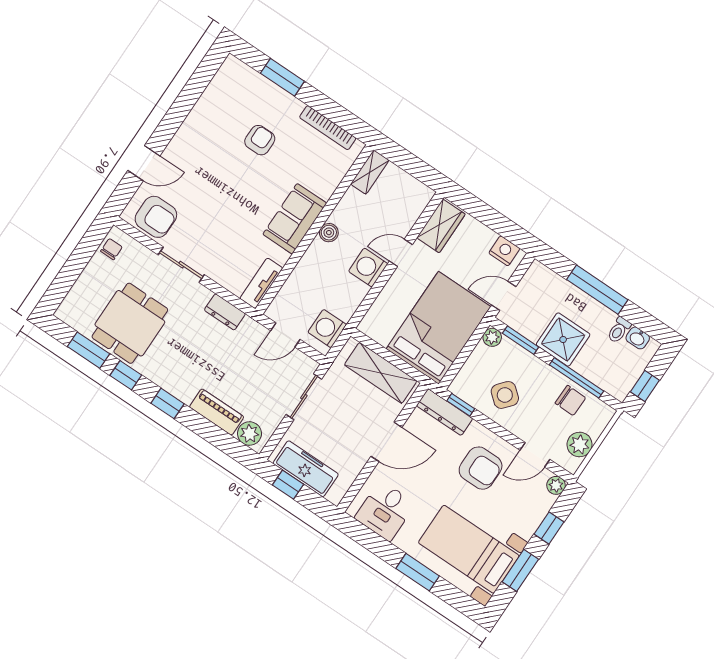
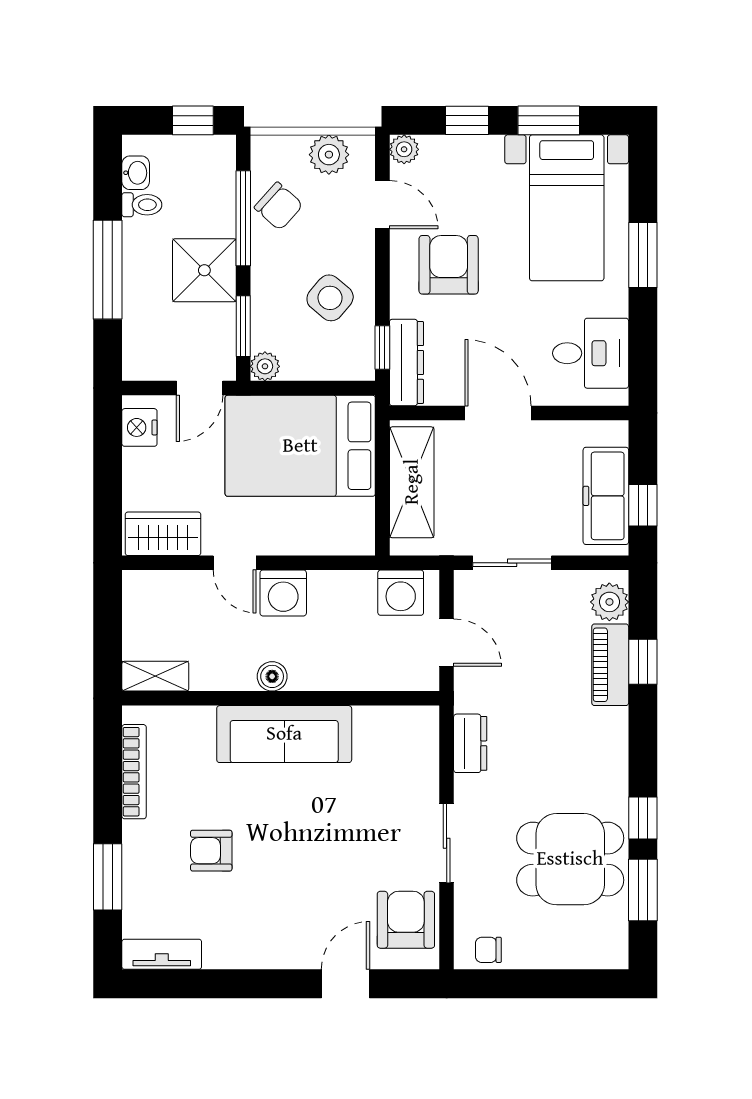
door: (144, 163) -> (345, 984), hinge flipped
sofa: (295, 219) -> (284, 734), width x1.36
tv unit: (261, 283) -> (162, 954), moved, turned 180
door: (504, 296) -> (200, 388), hinge flipped
chair: (570, 400) -> (279, 206), turned 131
window: (168, 403) -> (643, 662), moved

